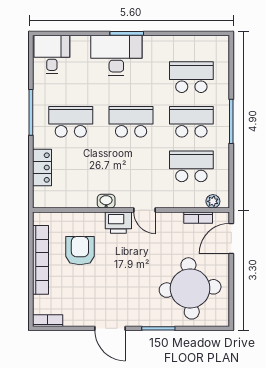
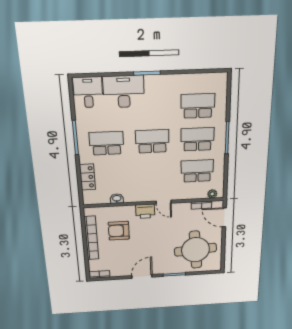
desk: (116, 55) -> (124, 92), moved
washbasin: (106, 201) -> (117, 199), moved
door: (231, 239) -> (224, 217), hinge flipped
armchair: (80, 251) -> (119, 231), turned -90
door: (110, 328) -> (142, 276), swing flipped

